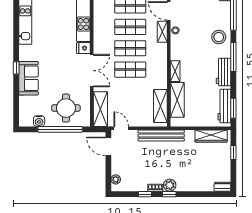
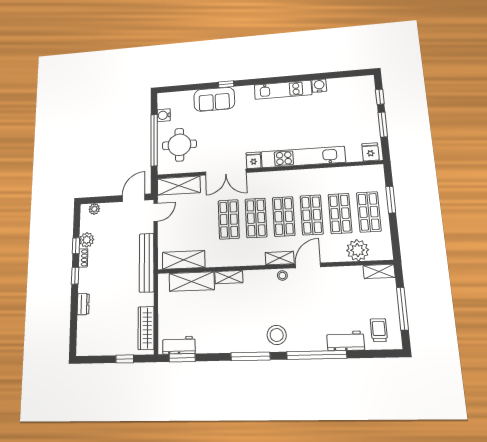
workbench: (224, 72) -> (230, 343), removed
workbench: (224, 106) -> (179, 345), width x0.73
plant: (170, 185) -> (87, 240), moved
dresser: (222, 187) -> (83, 304), moved

